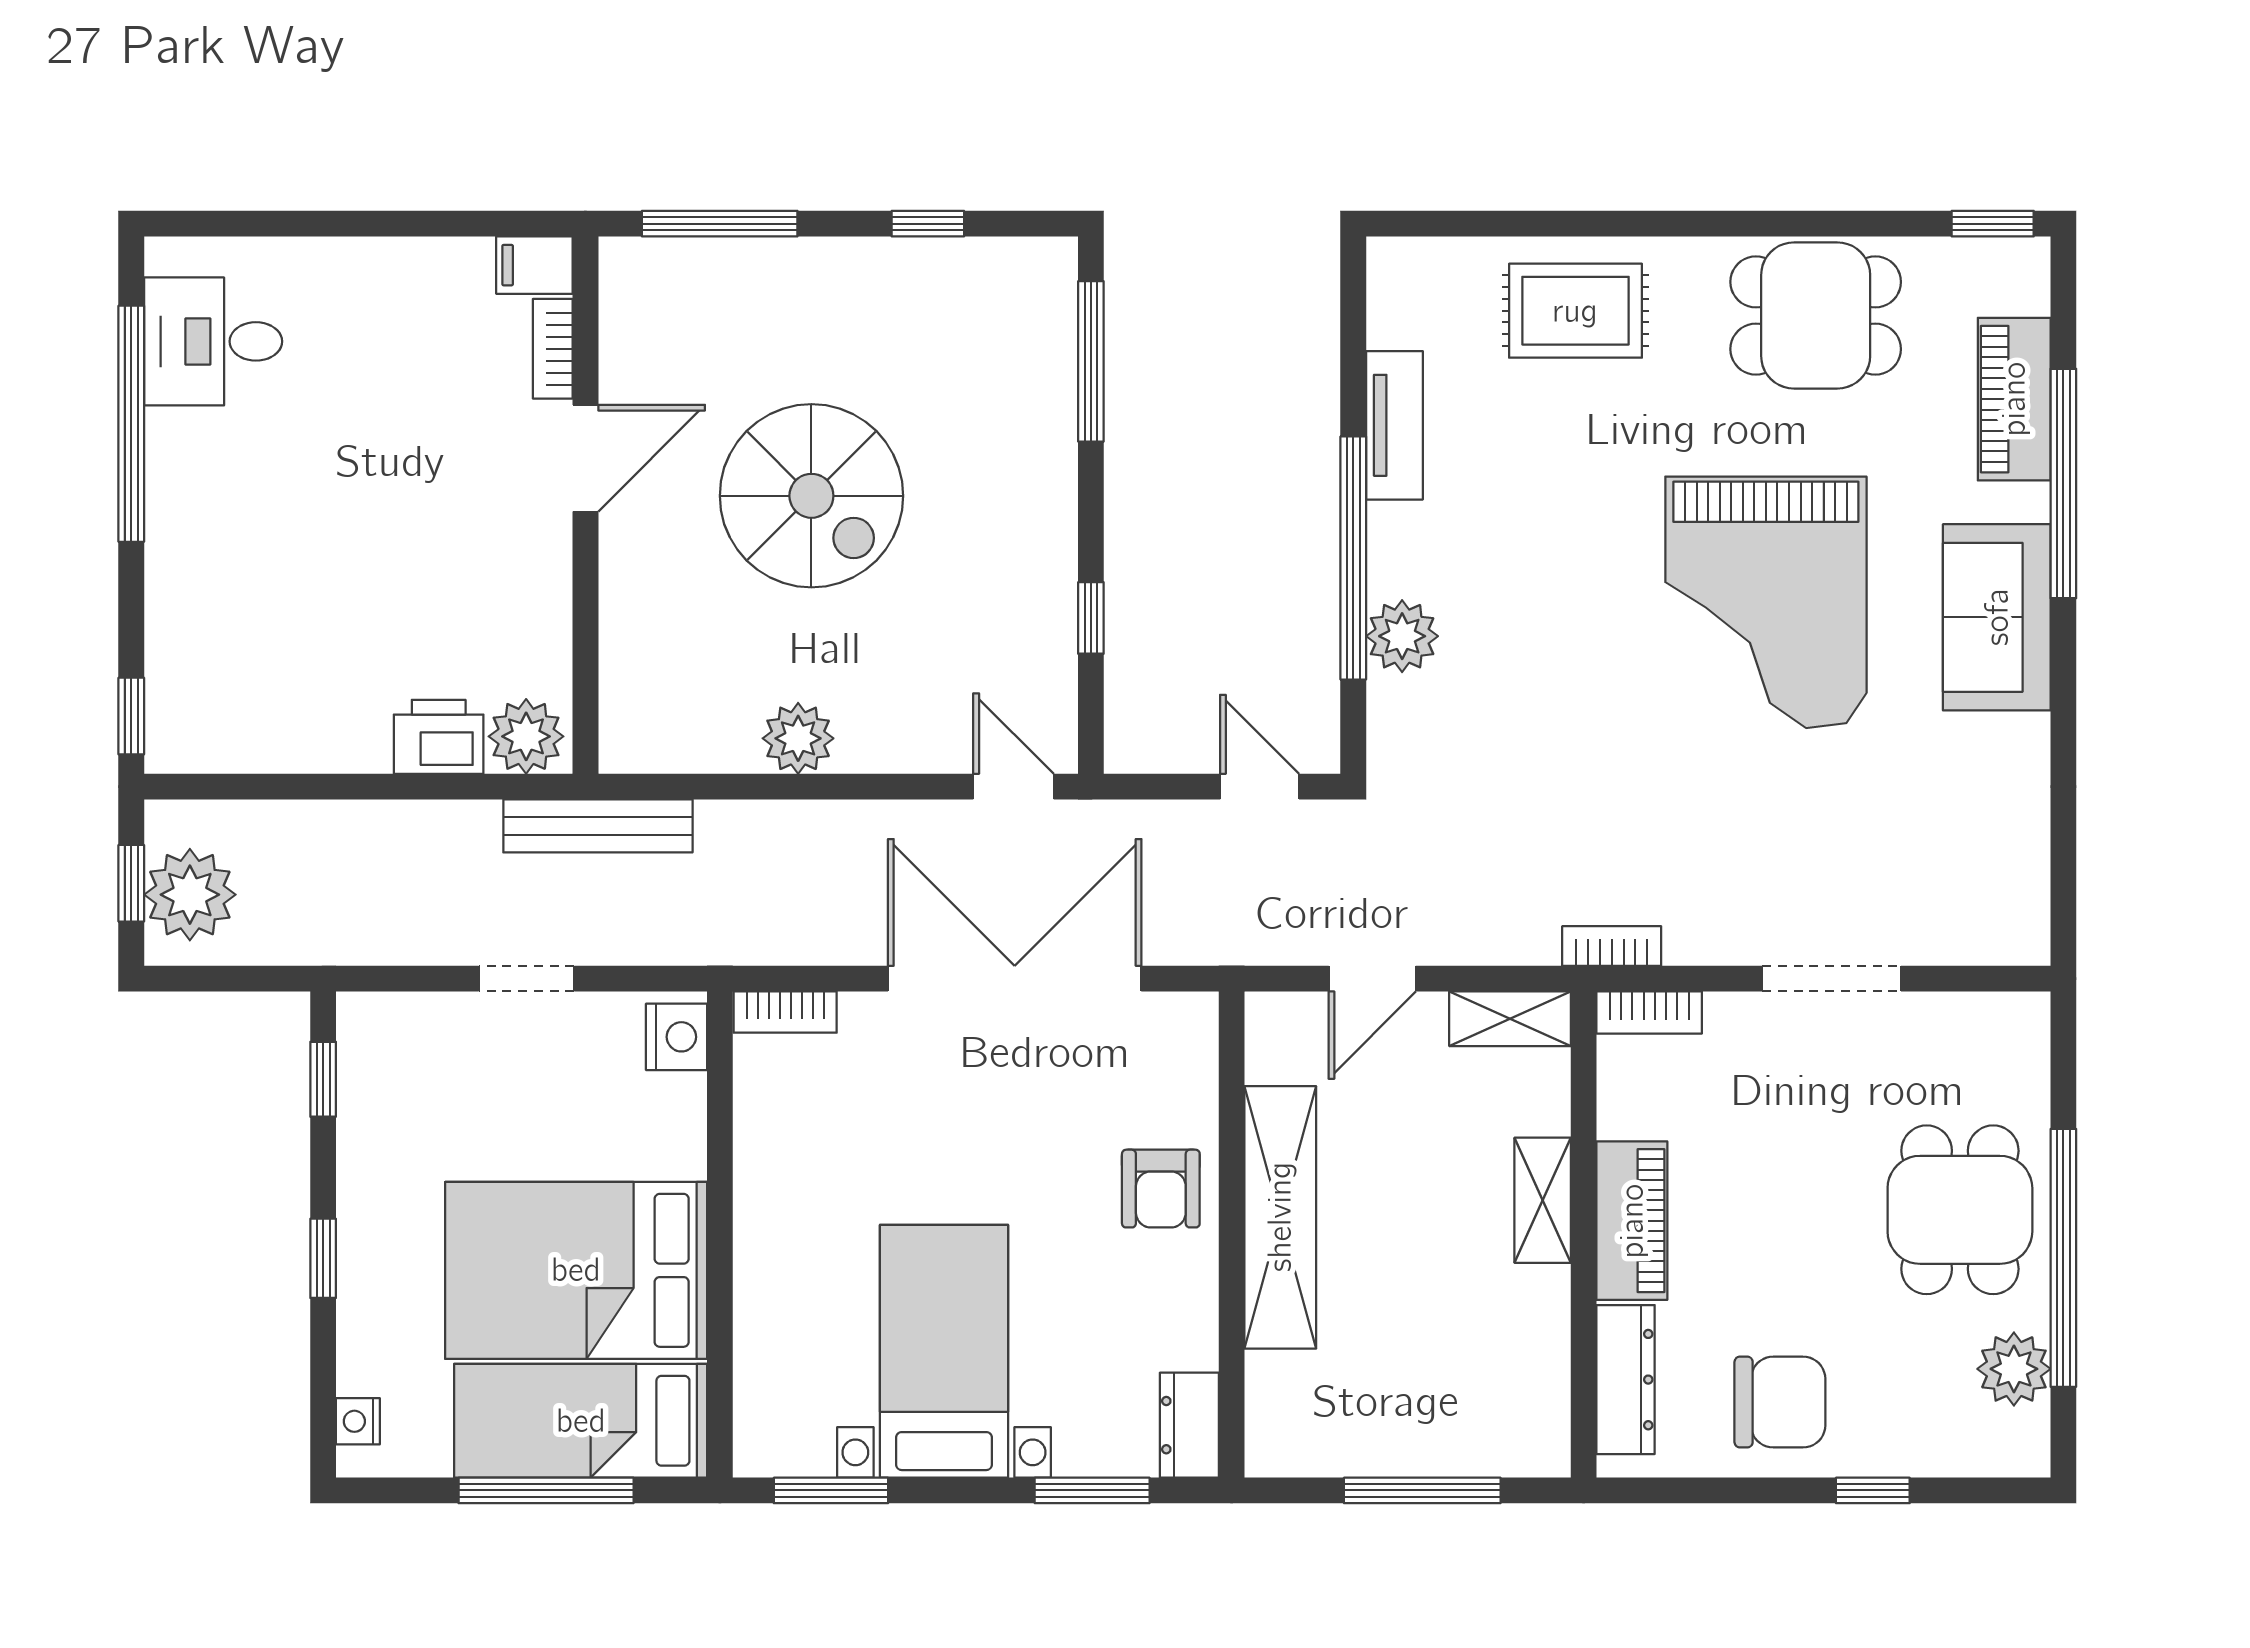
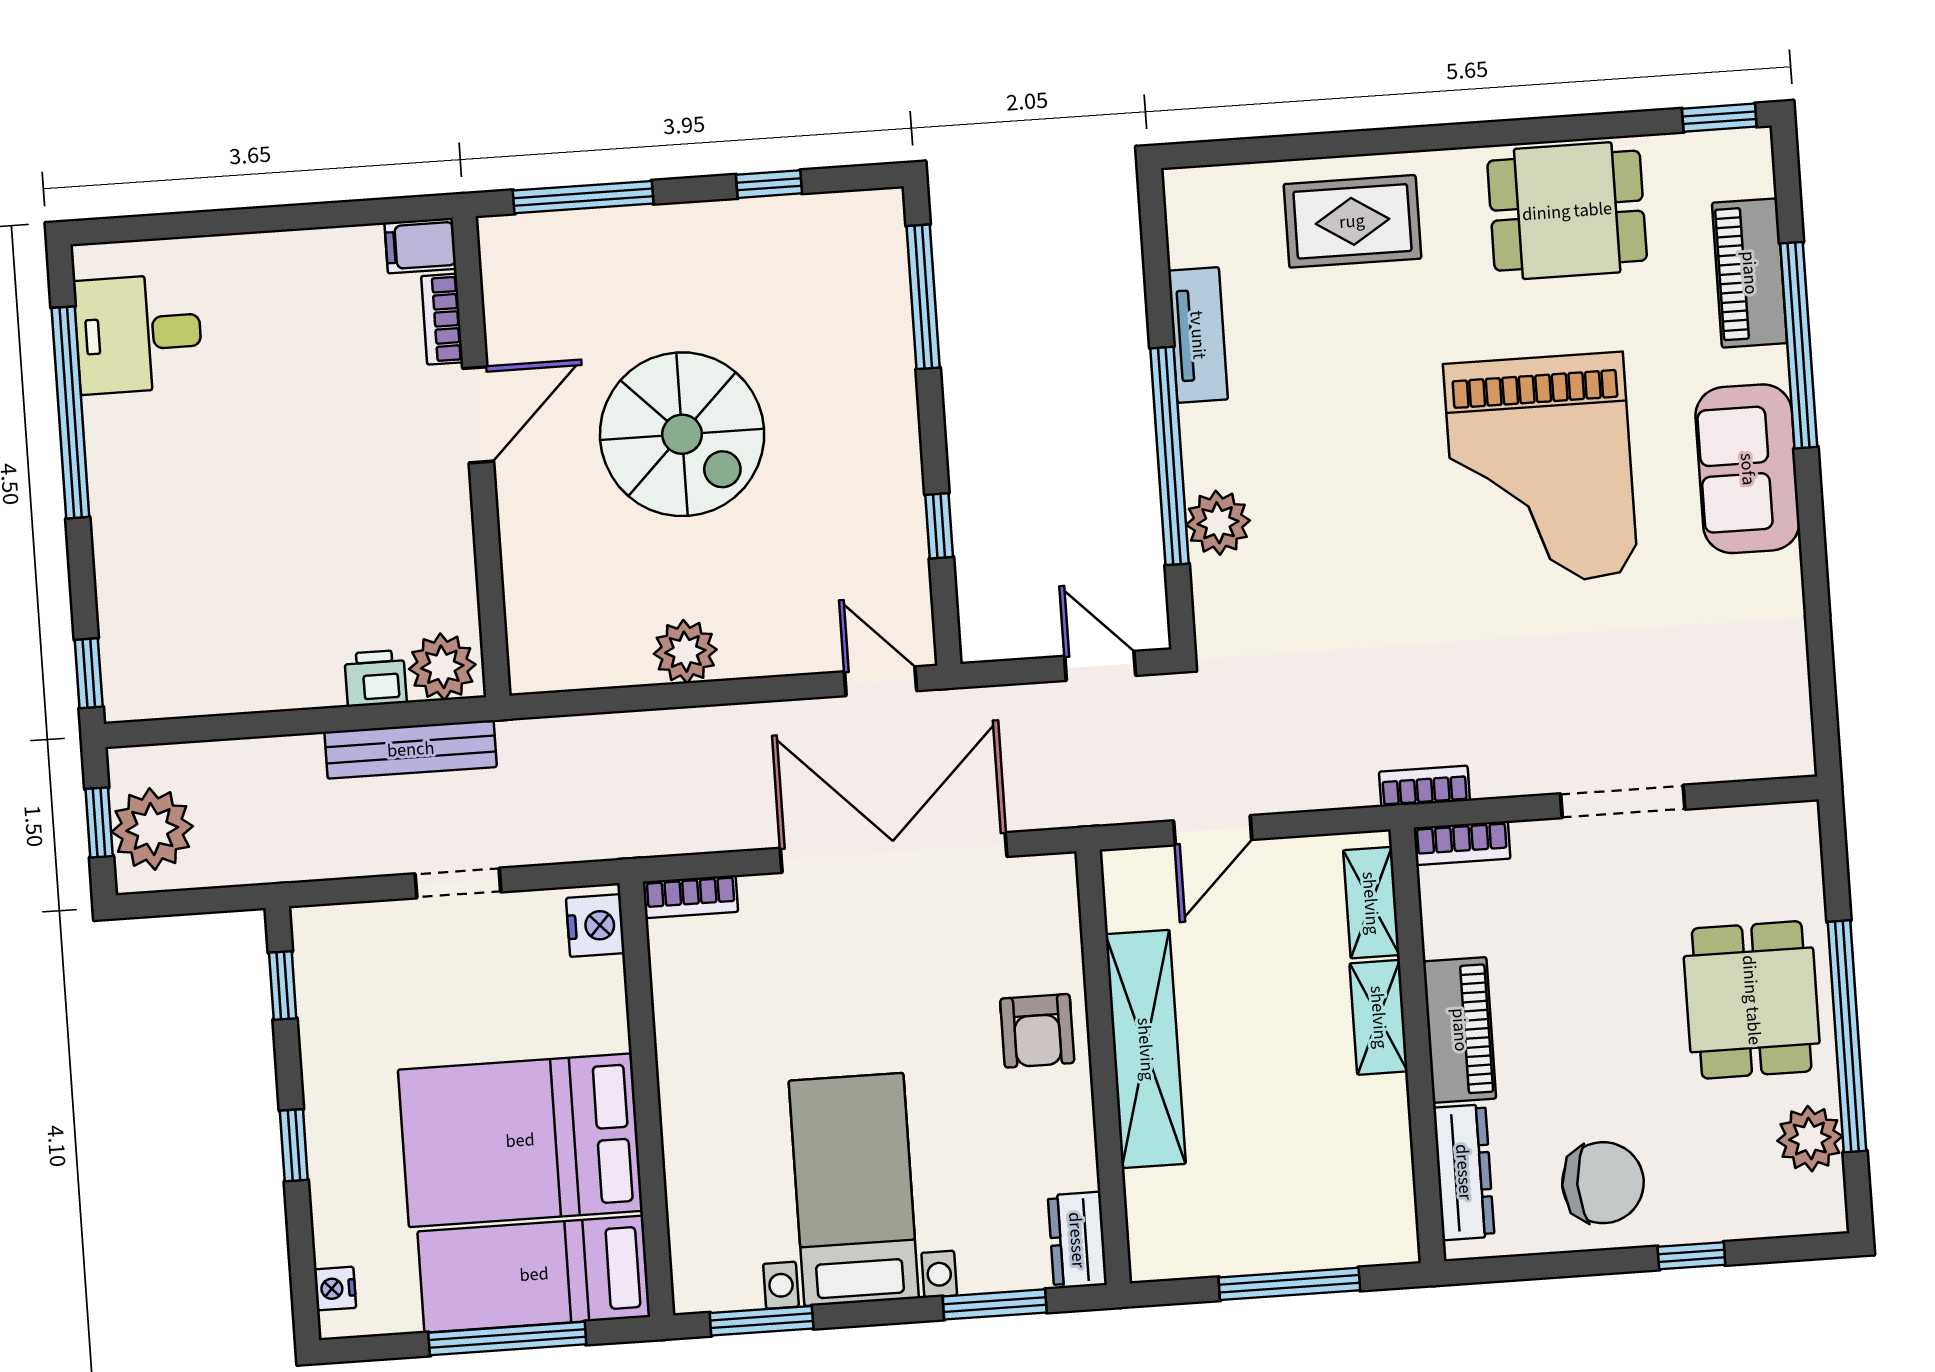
printer: (439, 737) -> (376, 678), width x0.73, depth x0.81
bench: (598, 826) -> (411, 749), moved
shelving: (1510, 1019) -> (1371, 903), moved, turned 90

